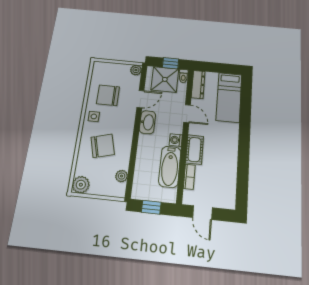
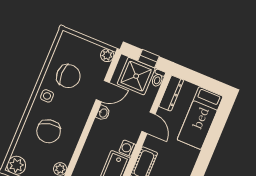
chair: (108, 95) -> (68, 76), turned 180
washbasin: (147, 122) -> (103, 113), width x0.52, depth x0.69
chair: (103, 146) -> (49, 131), turned 93

